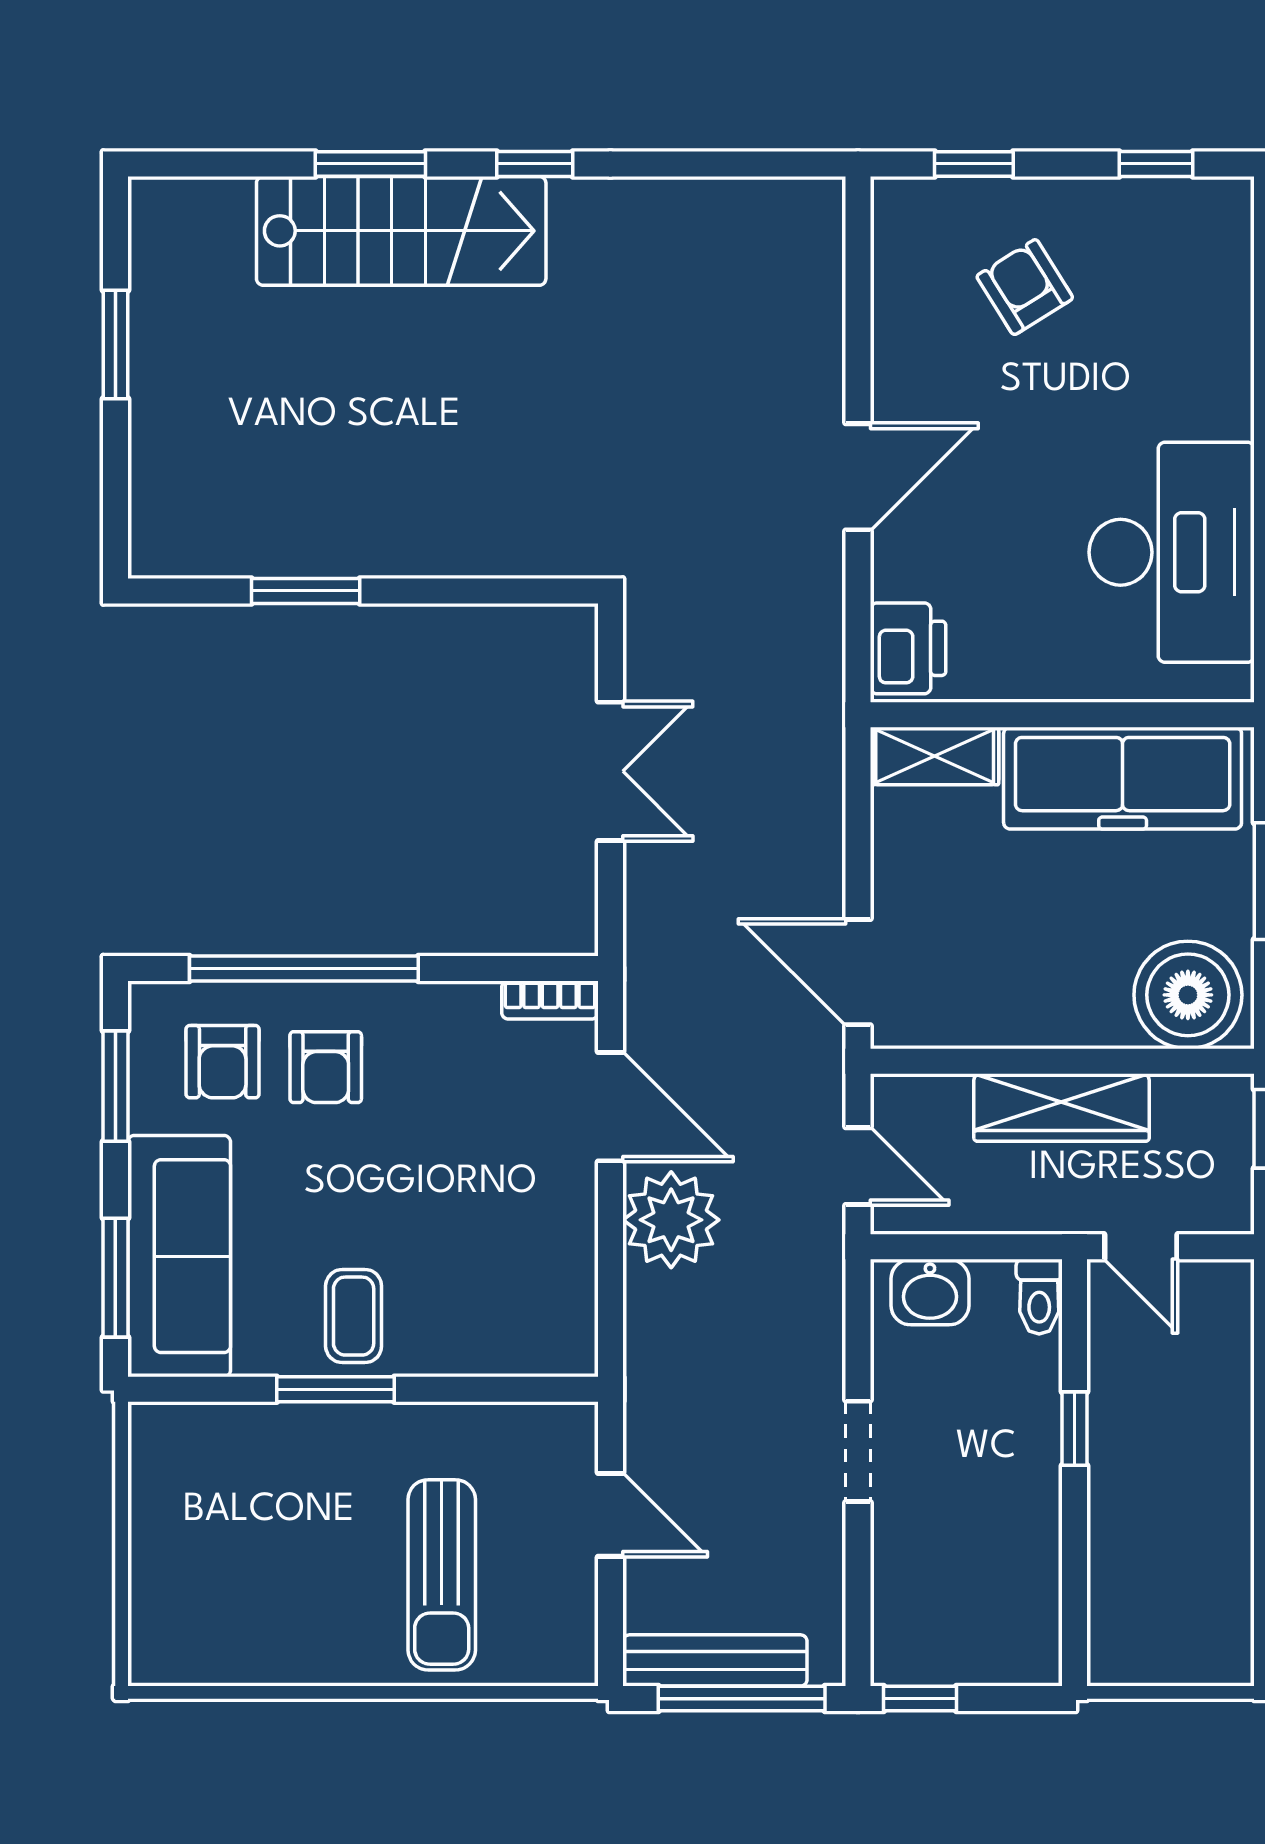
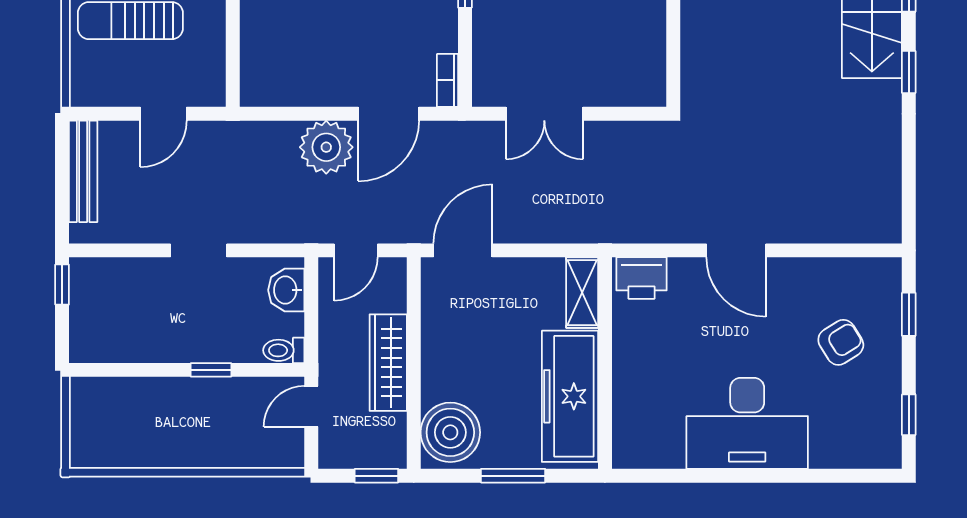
desk: (1172, 552) -> (747, 423), moved
double door: (610, 771) -> (544, 114), moved
window: (742, 1699) -> (62, 186), removed

